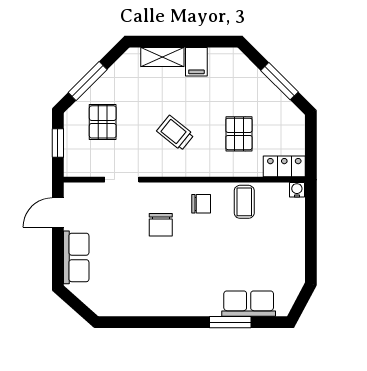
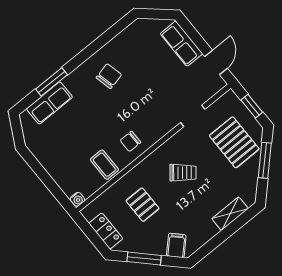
filing cabinet: (196, 62) -> (176, 245), moved, turned 45
pallet: (103, 122) -> (234, 142), width x1.50, depth x1.42
locker: (284, 166) -> (106, 231), moved, turned -90
chair: (161, 225) -> (109, 76), moved, turned 77

